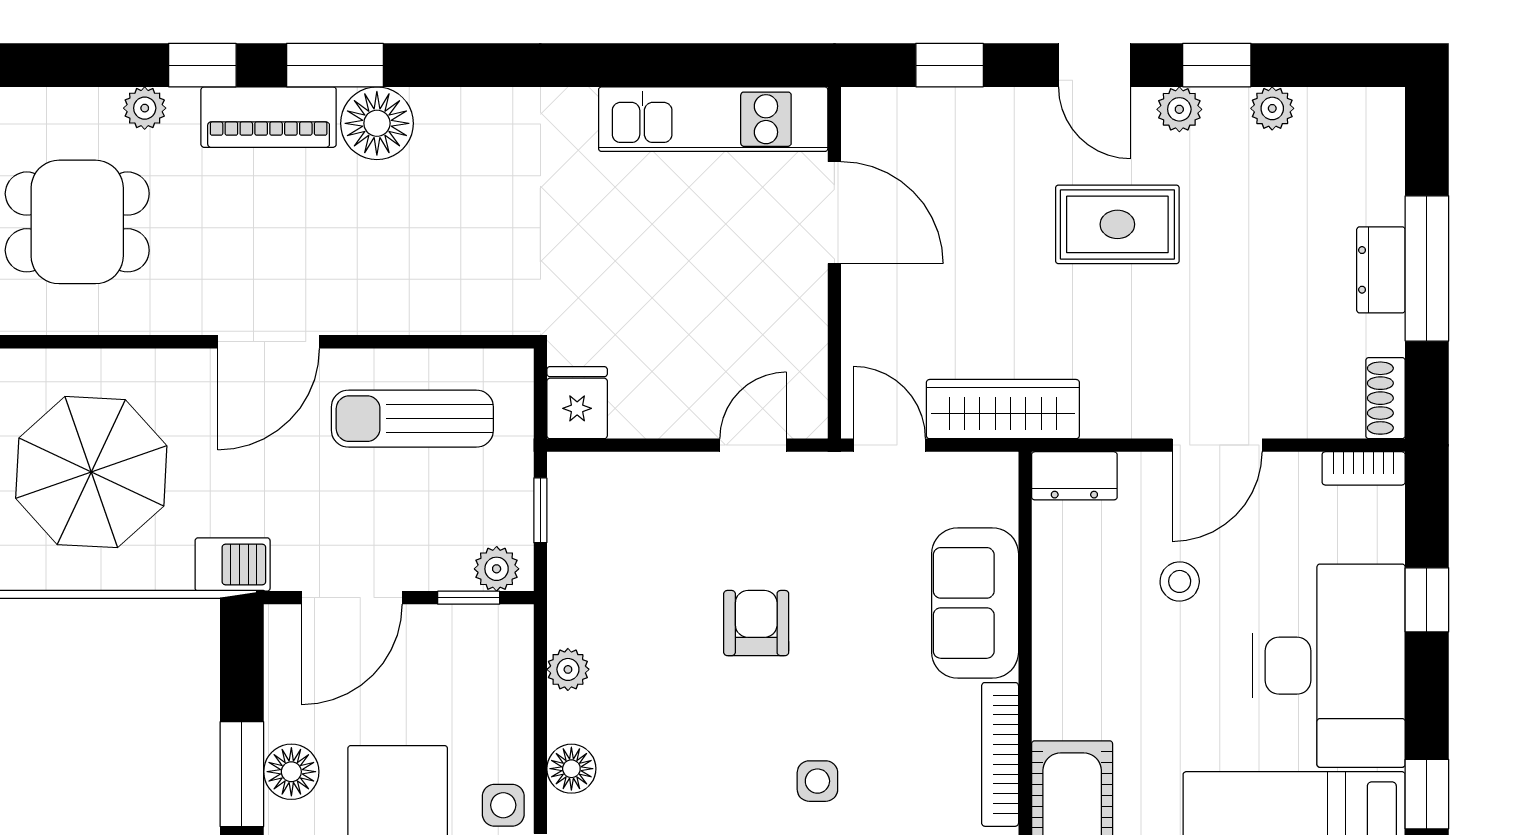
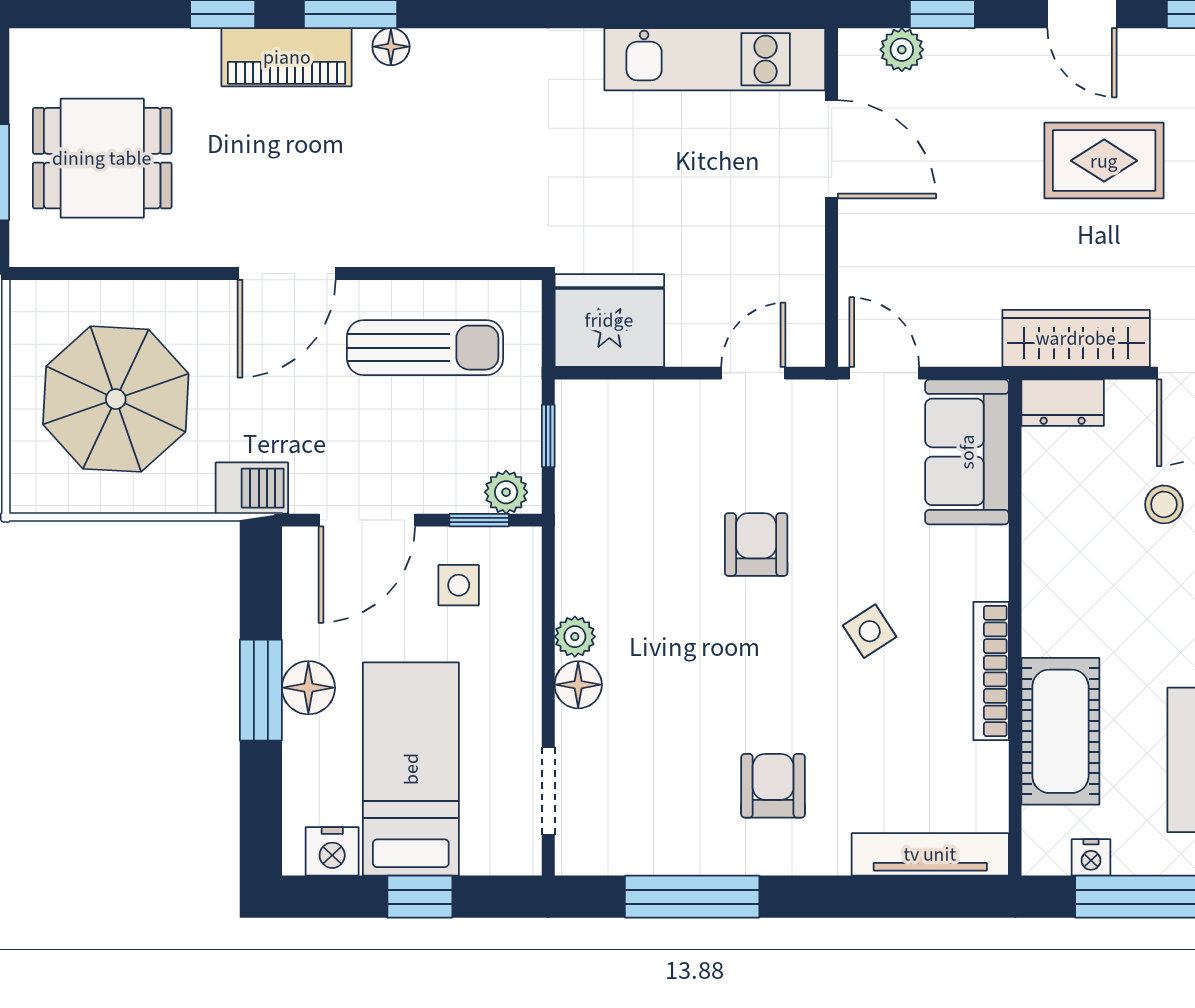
plant: (145, 108) -> (167, 49), removed
plant: (1179, 109) -> (902, 50), moved
floor lamp: (377, 123) -> (391, 47), width x0.53, depth x0.53
fridge: (577, 403) -> (609, 320), width x1.88, depth x1.34
wardrobe: (1003, 409) -> (1076, 338), moved
sun lounger: (412, 419) -> (425, 348), turned 180
sofa: (975, 603) -> (967, 452), moved
plant: (568, 669) -> (575, 637), moved
side table: (817, 781) -> (870, 631), moved, turned -33
side table: (503, 805) -> (459, 585), moved

